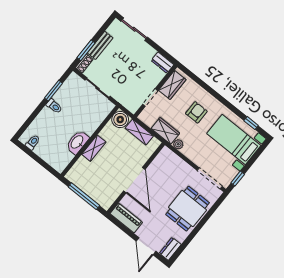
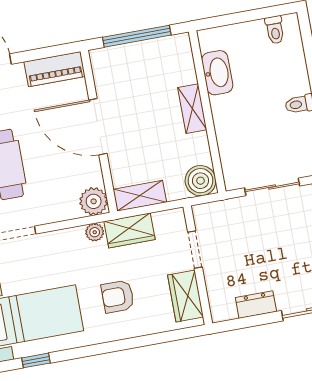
dresser: (162, 63) -> (256, 305), moved
armchair: (196, 112) -> (118, 297), turned 90
shelving: (139, 132) -> (140, 196), moved
washbasin: (77, 142) -> (217, 73), moved
plant: (166, 156) -> (94, 201), added

